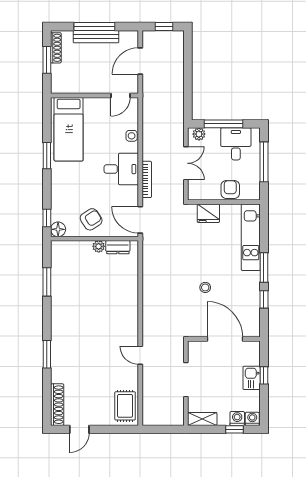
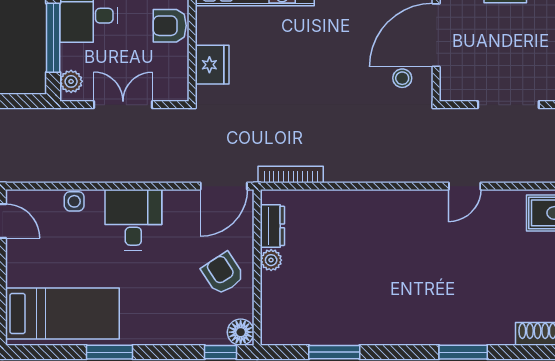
bookcase: (147, 179) -> (291, 174), moved
stool: (205, 287) -> (402, 78), moved

